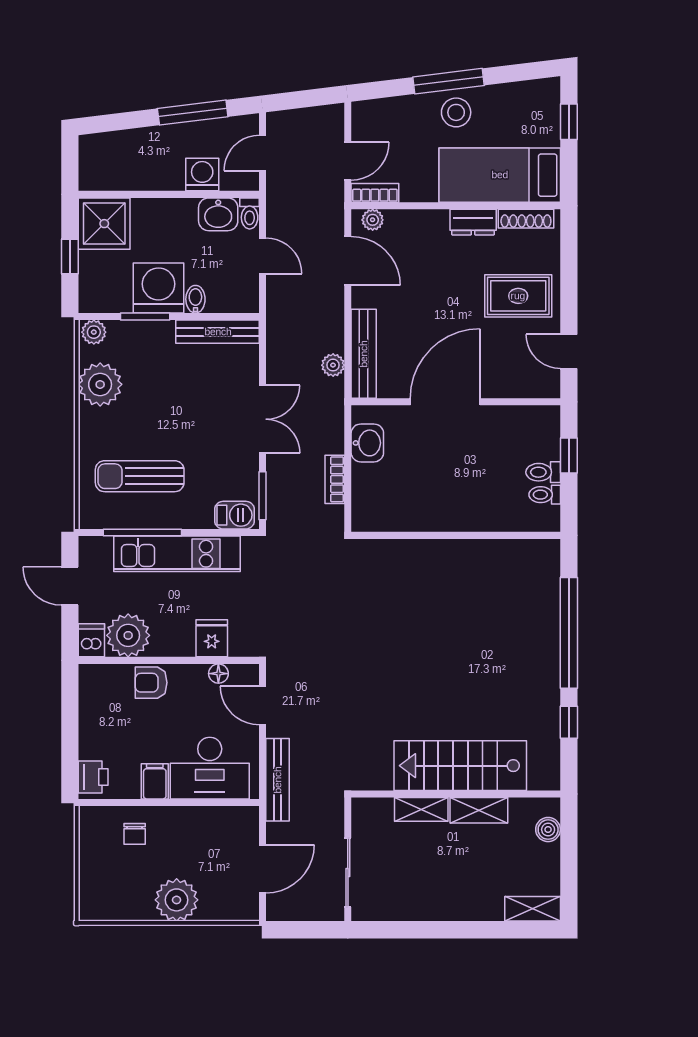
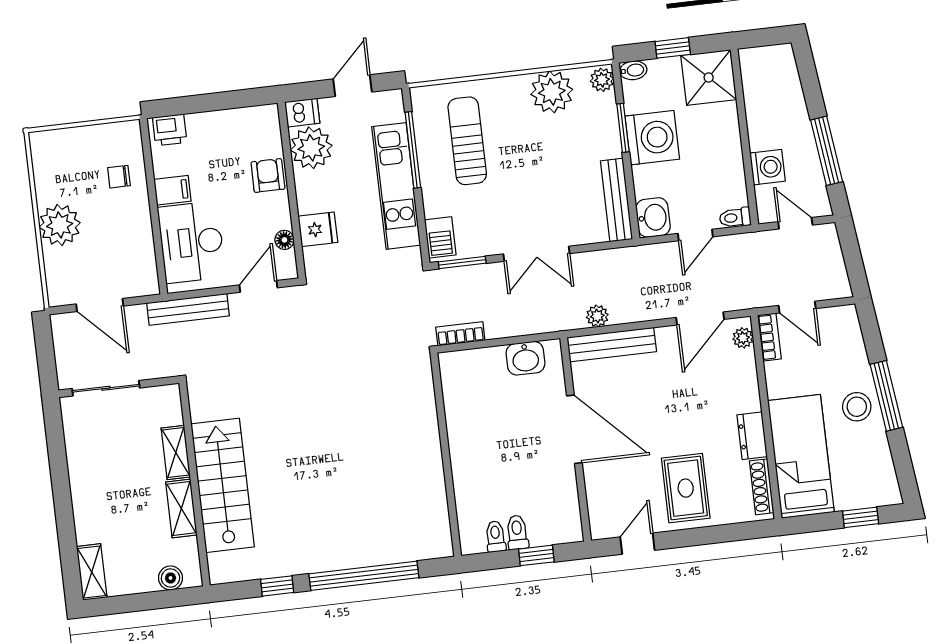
washbasin: (218, 214) -> (653, 217), moved, turned 180
bidet: (195, 299) -> (633, 70), moved
bookcase: (335, 479) -> (460, 334), moved

